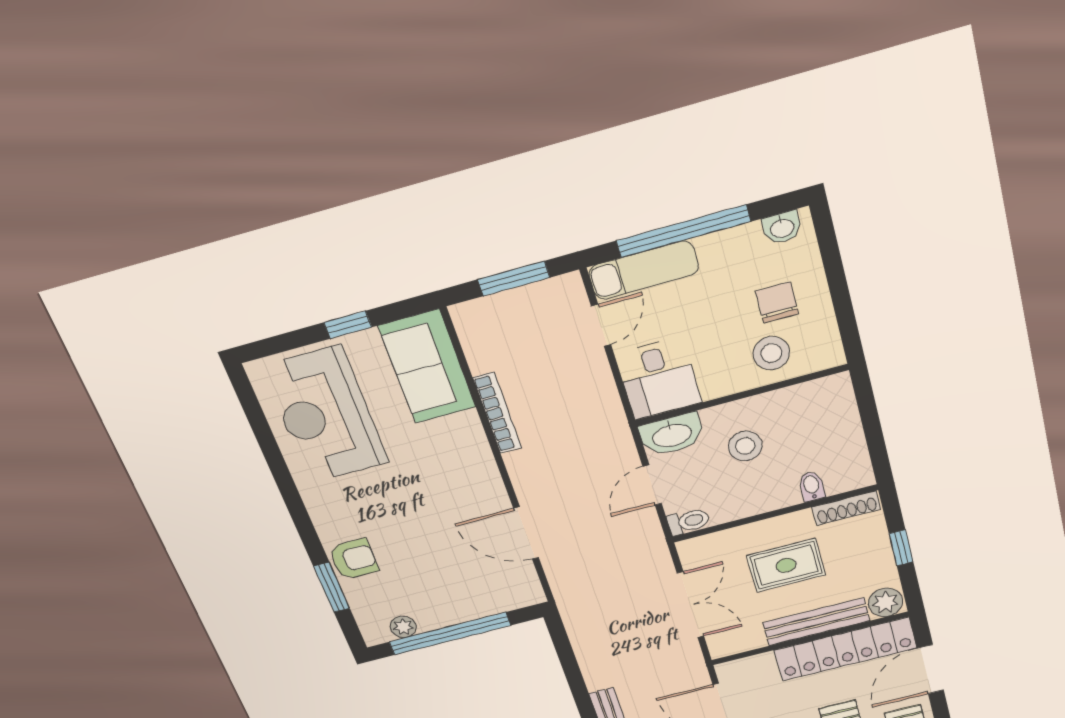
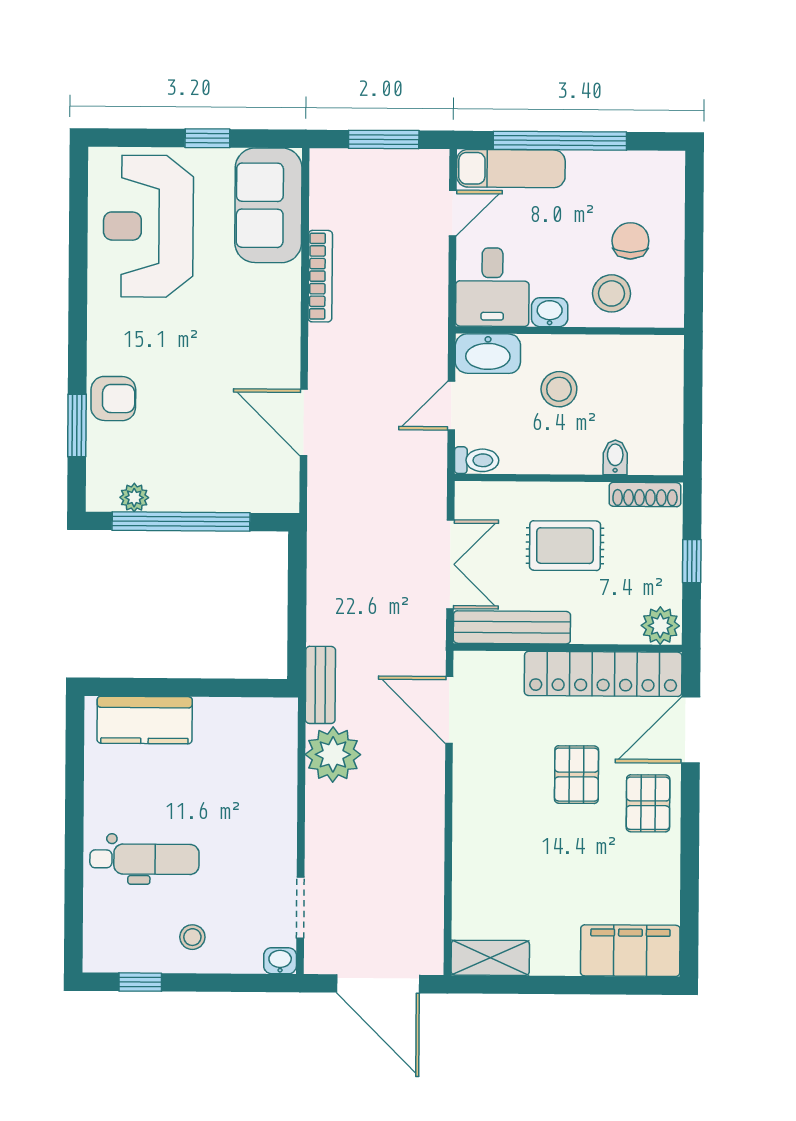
washbasin: (782, 228) -> (550, 312), moved, turned 180
bench: (816, 622) -> (512, 627), moved

